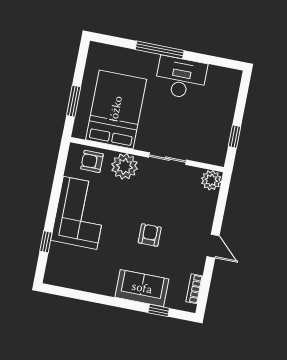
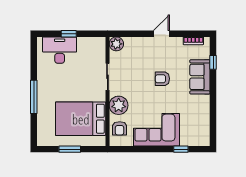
desk: (181, 78) -> (60, 50), moved, turned 90
window: (74, 101) -> (70, 149), moved
window: (234, 137) -> (69, 34), moved

